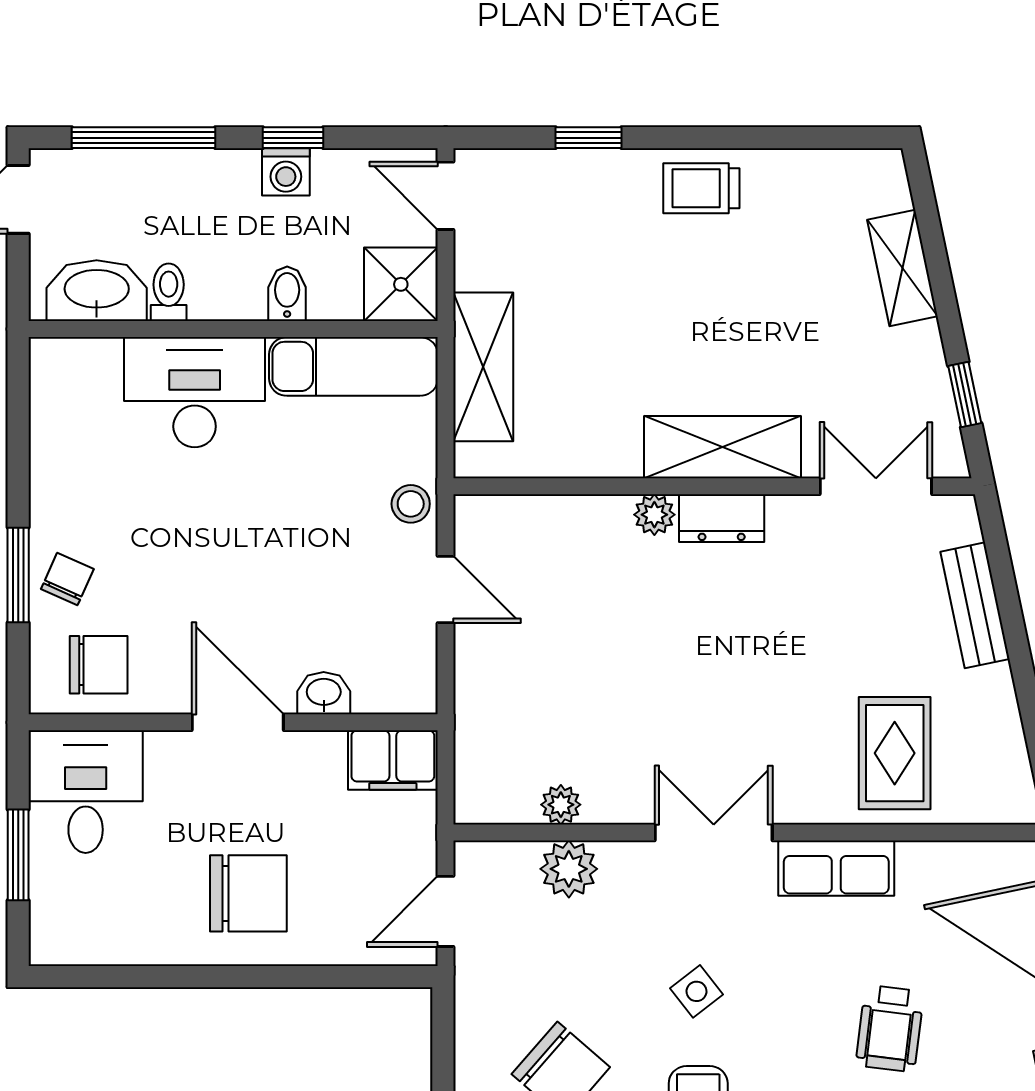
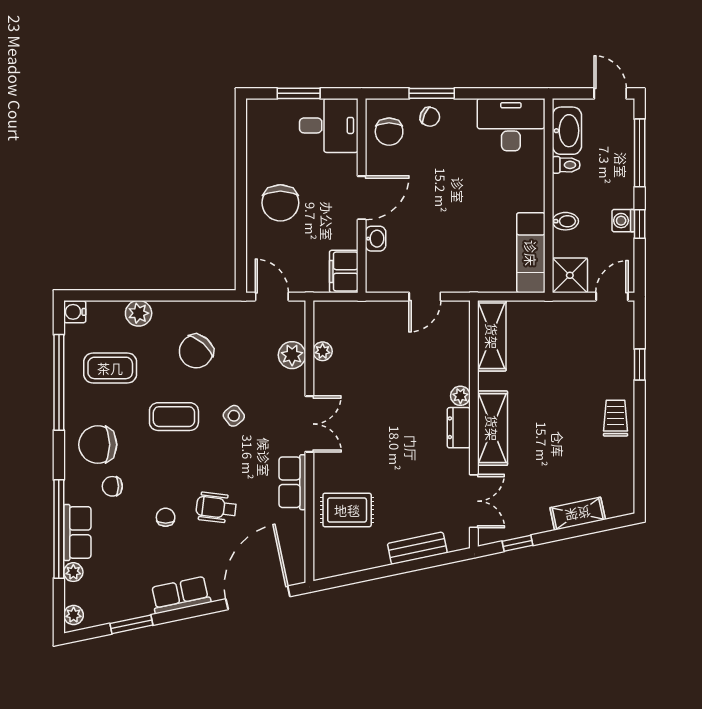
shelving: (483, 367) -> (492, 336), moved, turned 90
desk: (195, 392) -> (511, 125), moved, turned -90
stool: (411, 504) -> (466, 280), removed

